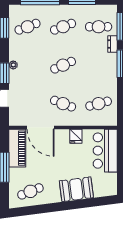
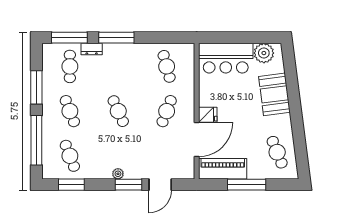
fridge: (76, 136) -> (208, 115), moved
plant: (109, 181) -> (264, 53), added

